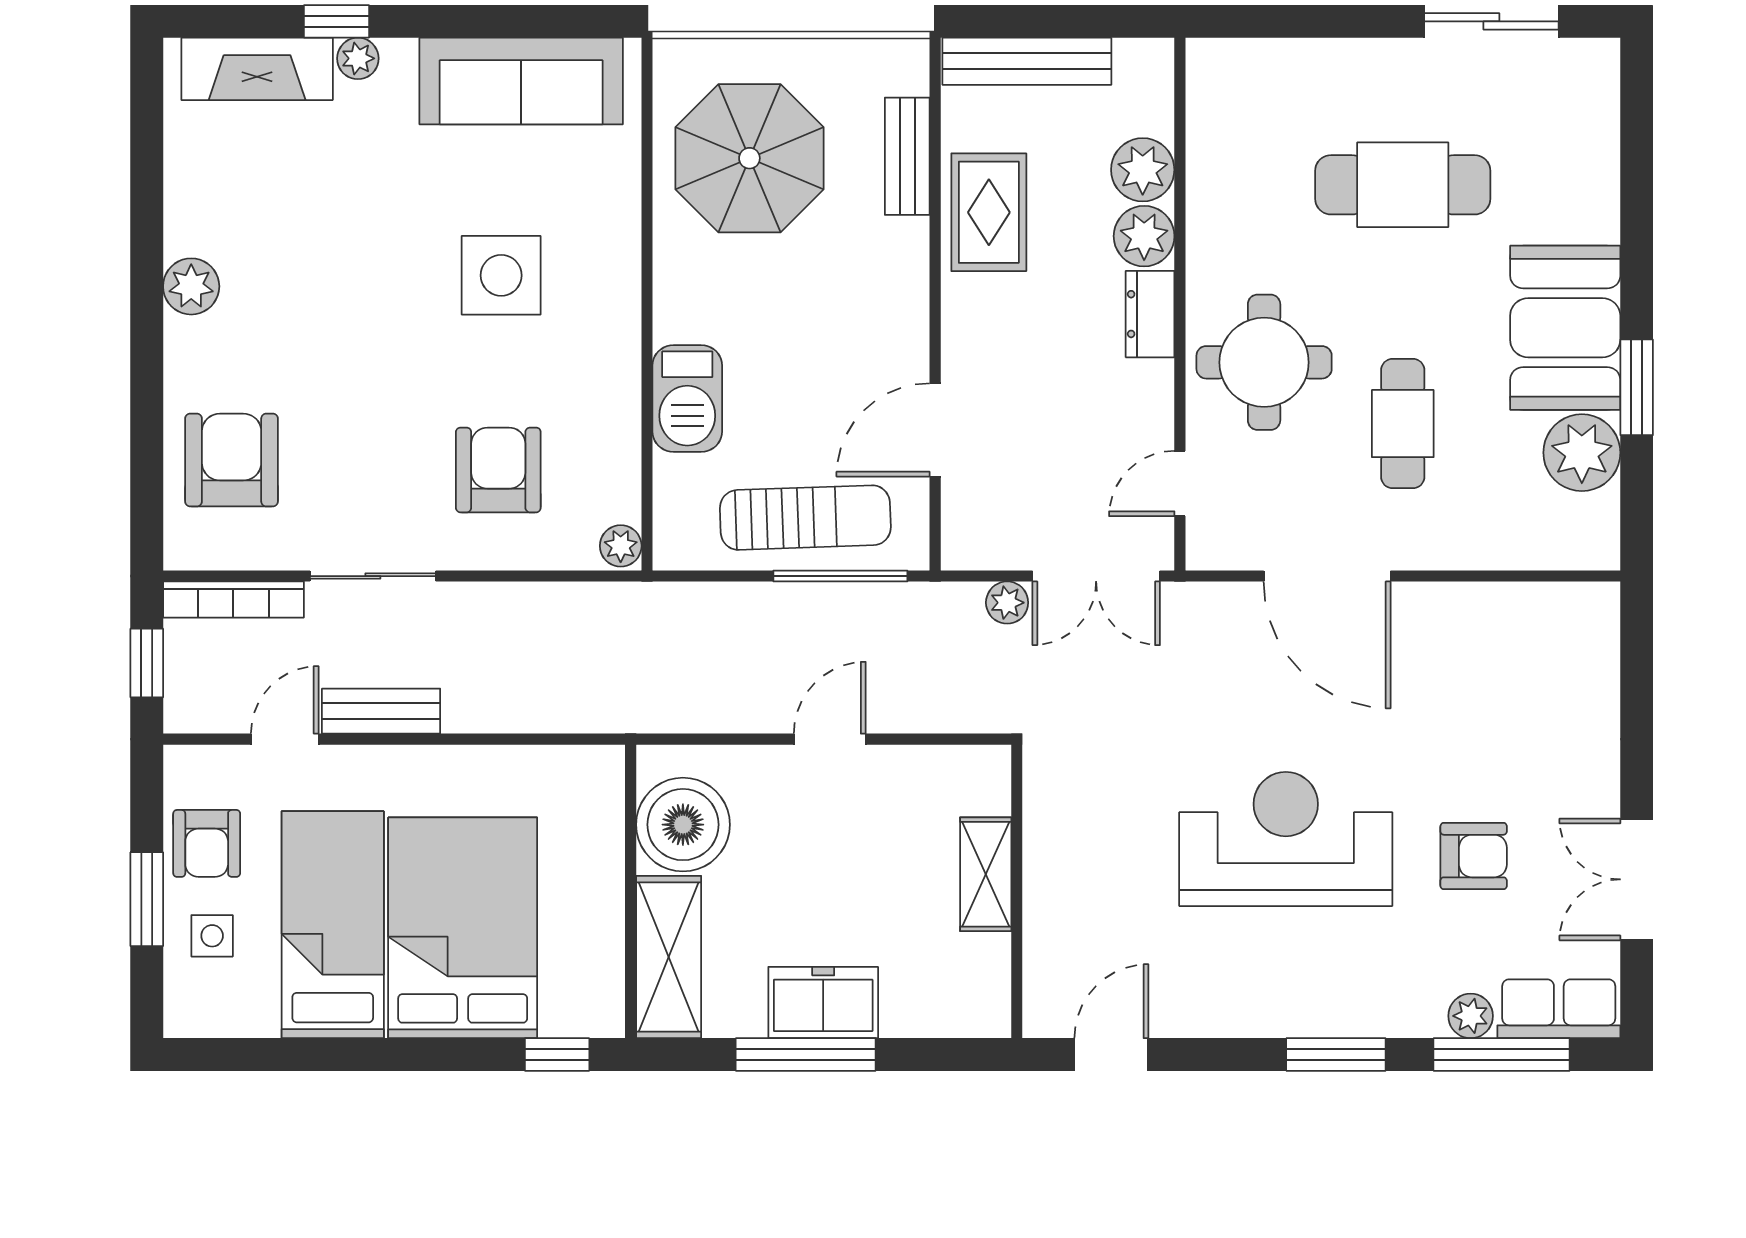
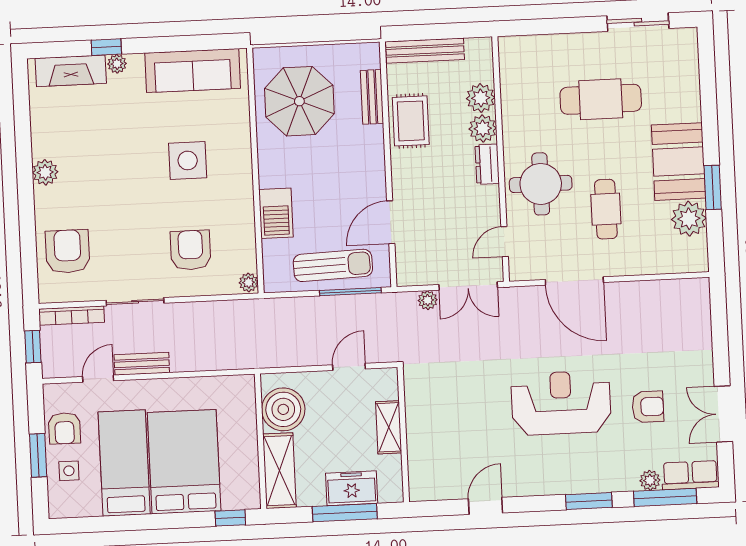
shelving: (986, 874) -> (389, 427), moved
wall: (1017, 891) -> (403, 435), moved

